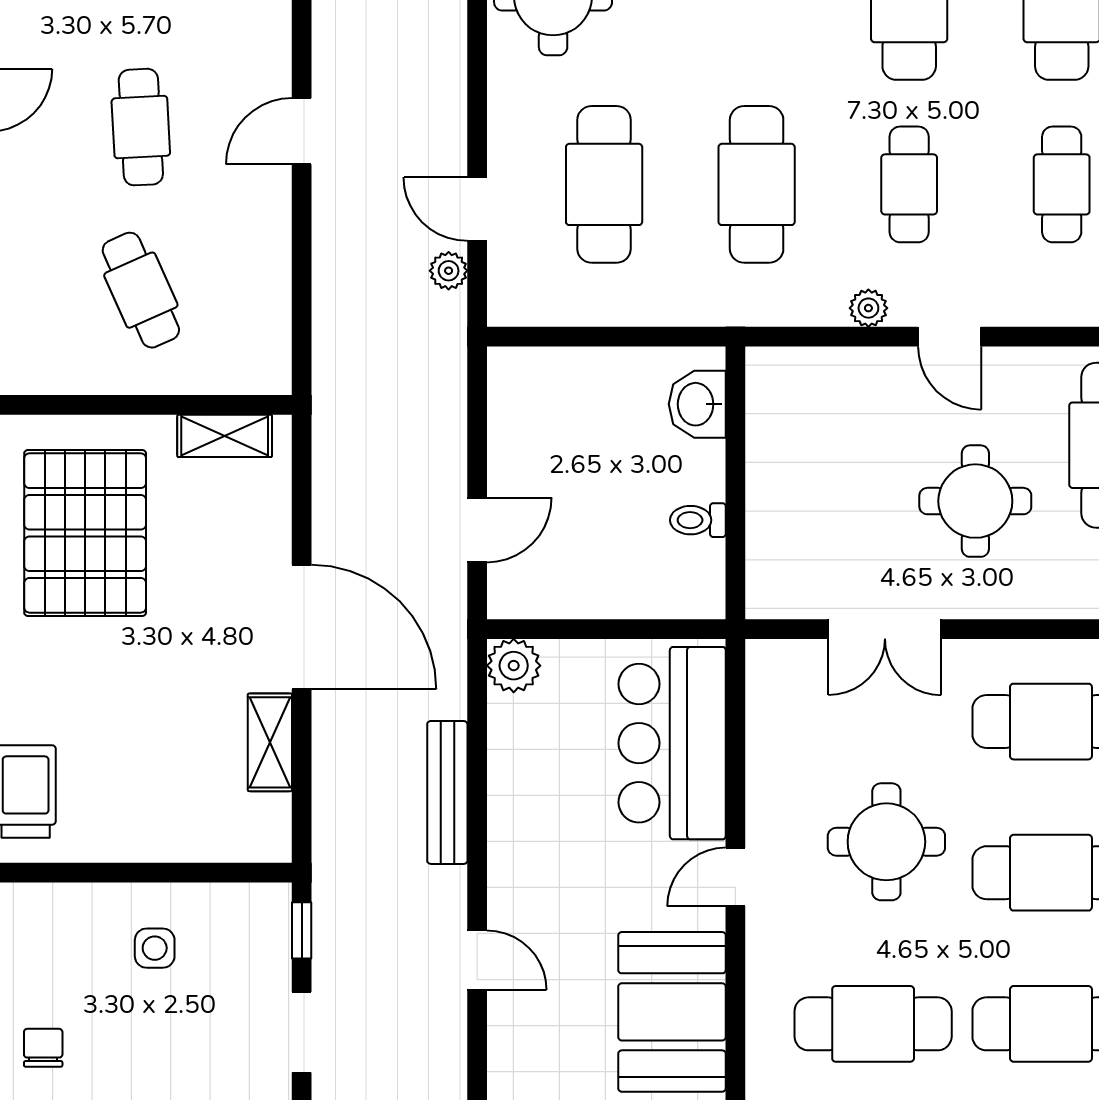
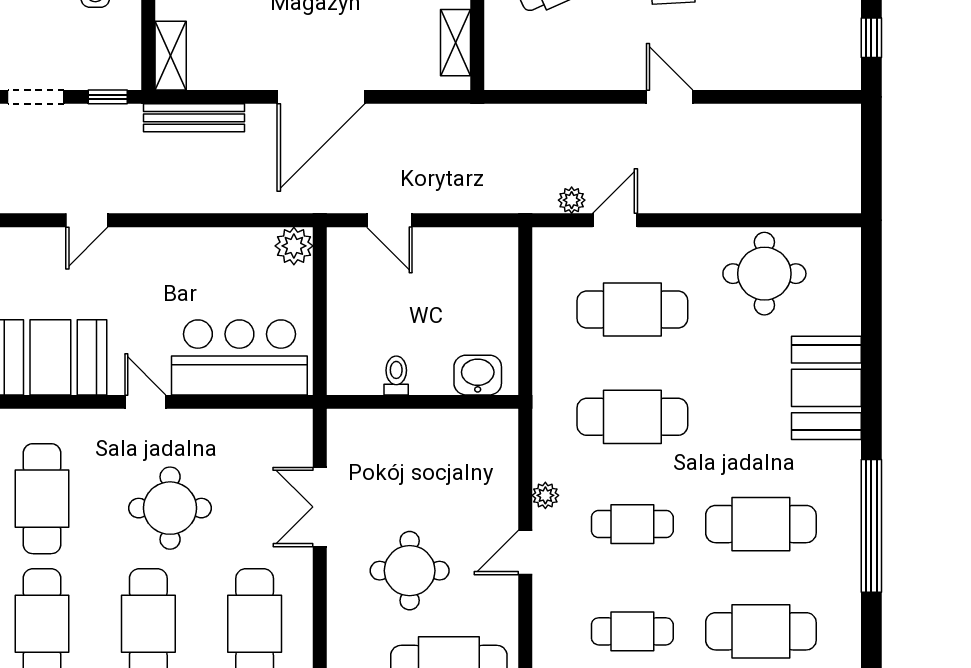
shelving: (270, 742) -> (171, 56), moved, turned 90
bench: (447, 792) -> (194, 118), moved

